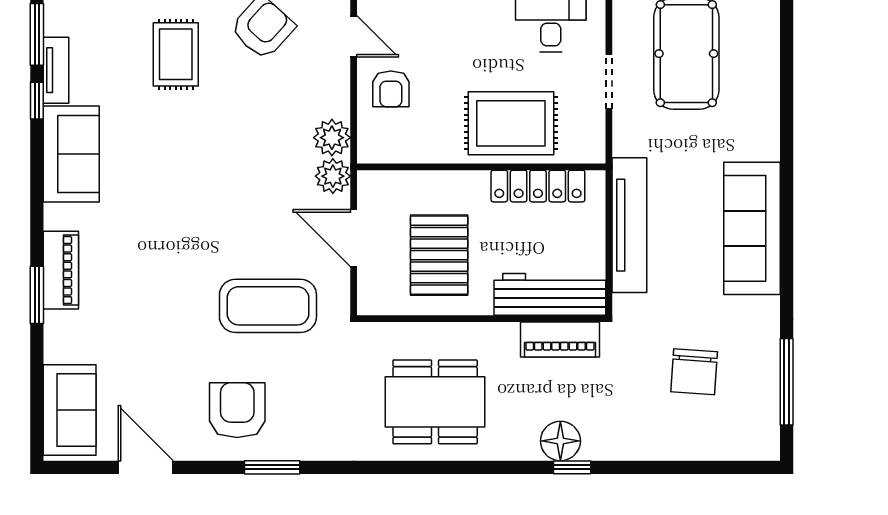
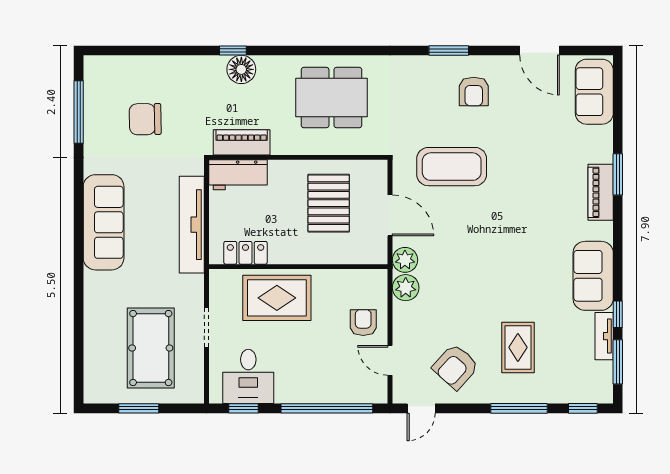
locker: (538, 186) -> (246, 253), width x0.66
workbench: (550, 294) -> (238, 175), width x0.73
chair: (694, 372) -> (145, 119), turned -95
armchair: (237, 410) -> (474, 92), width x0.72, depth x0.72

